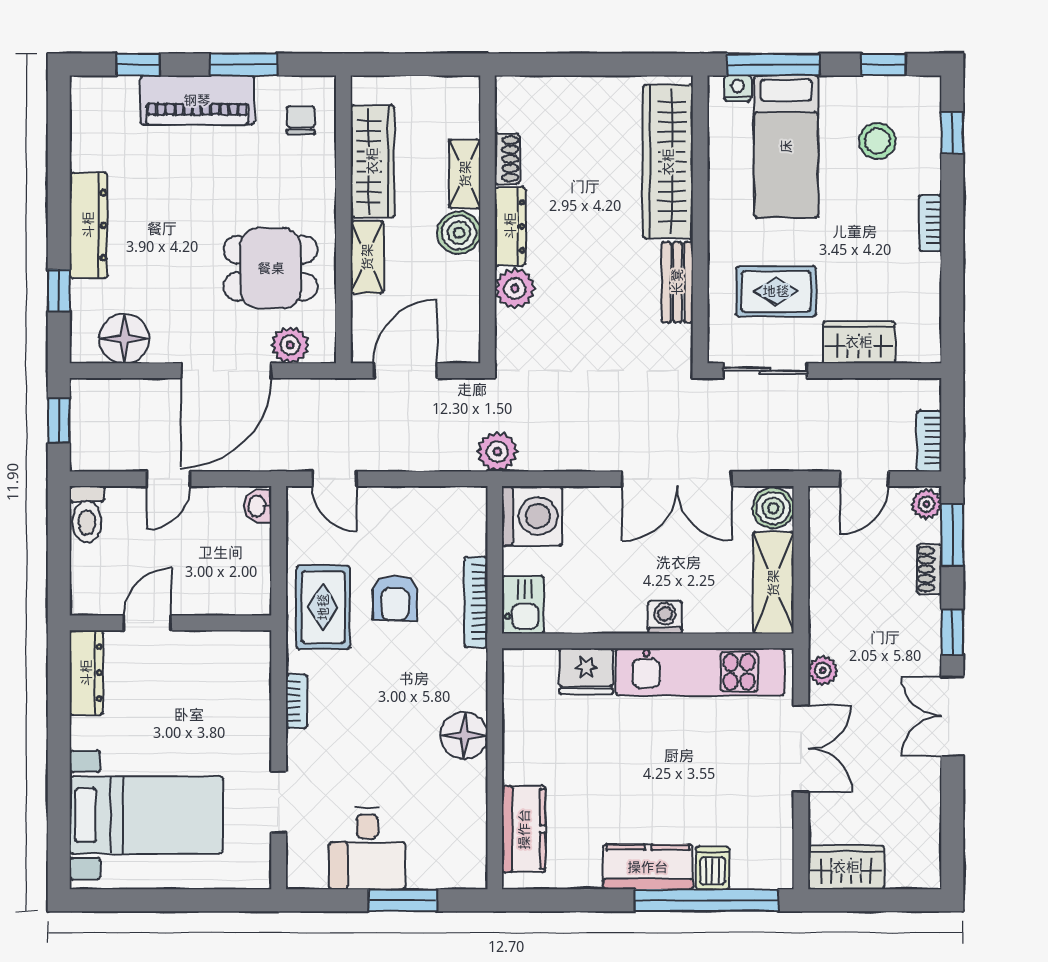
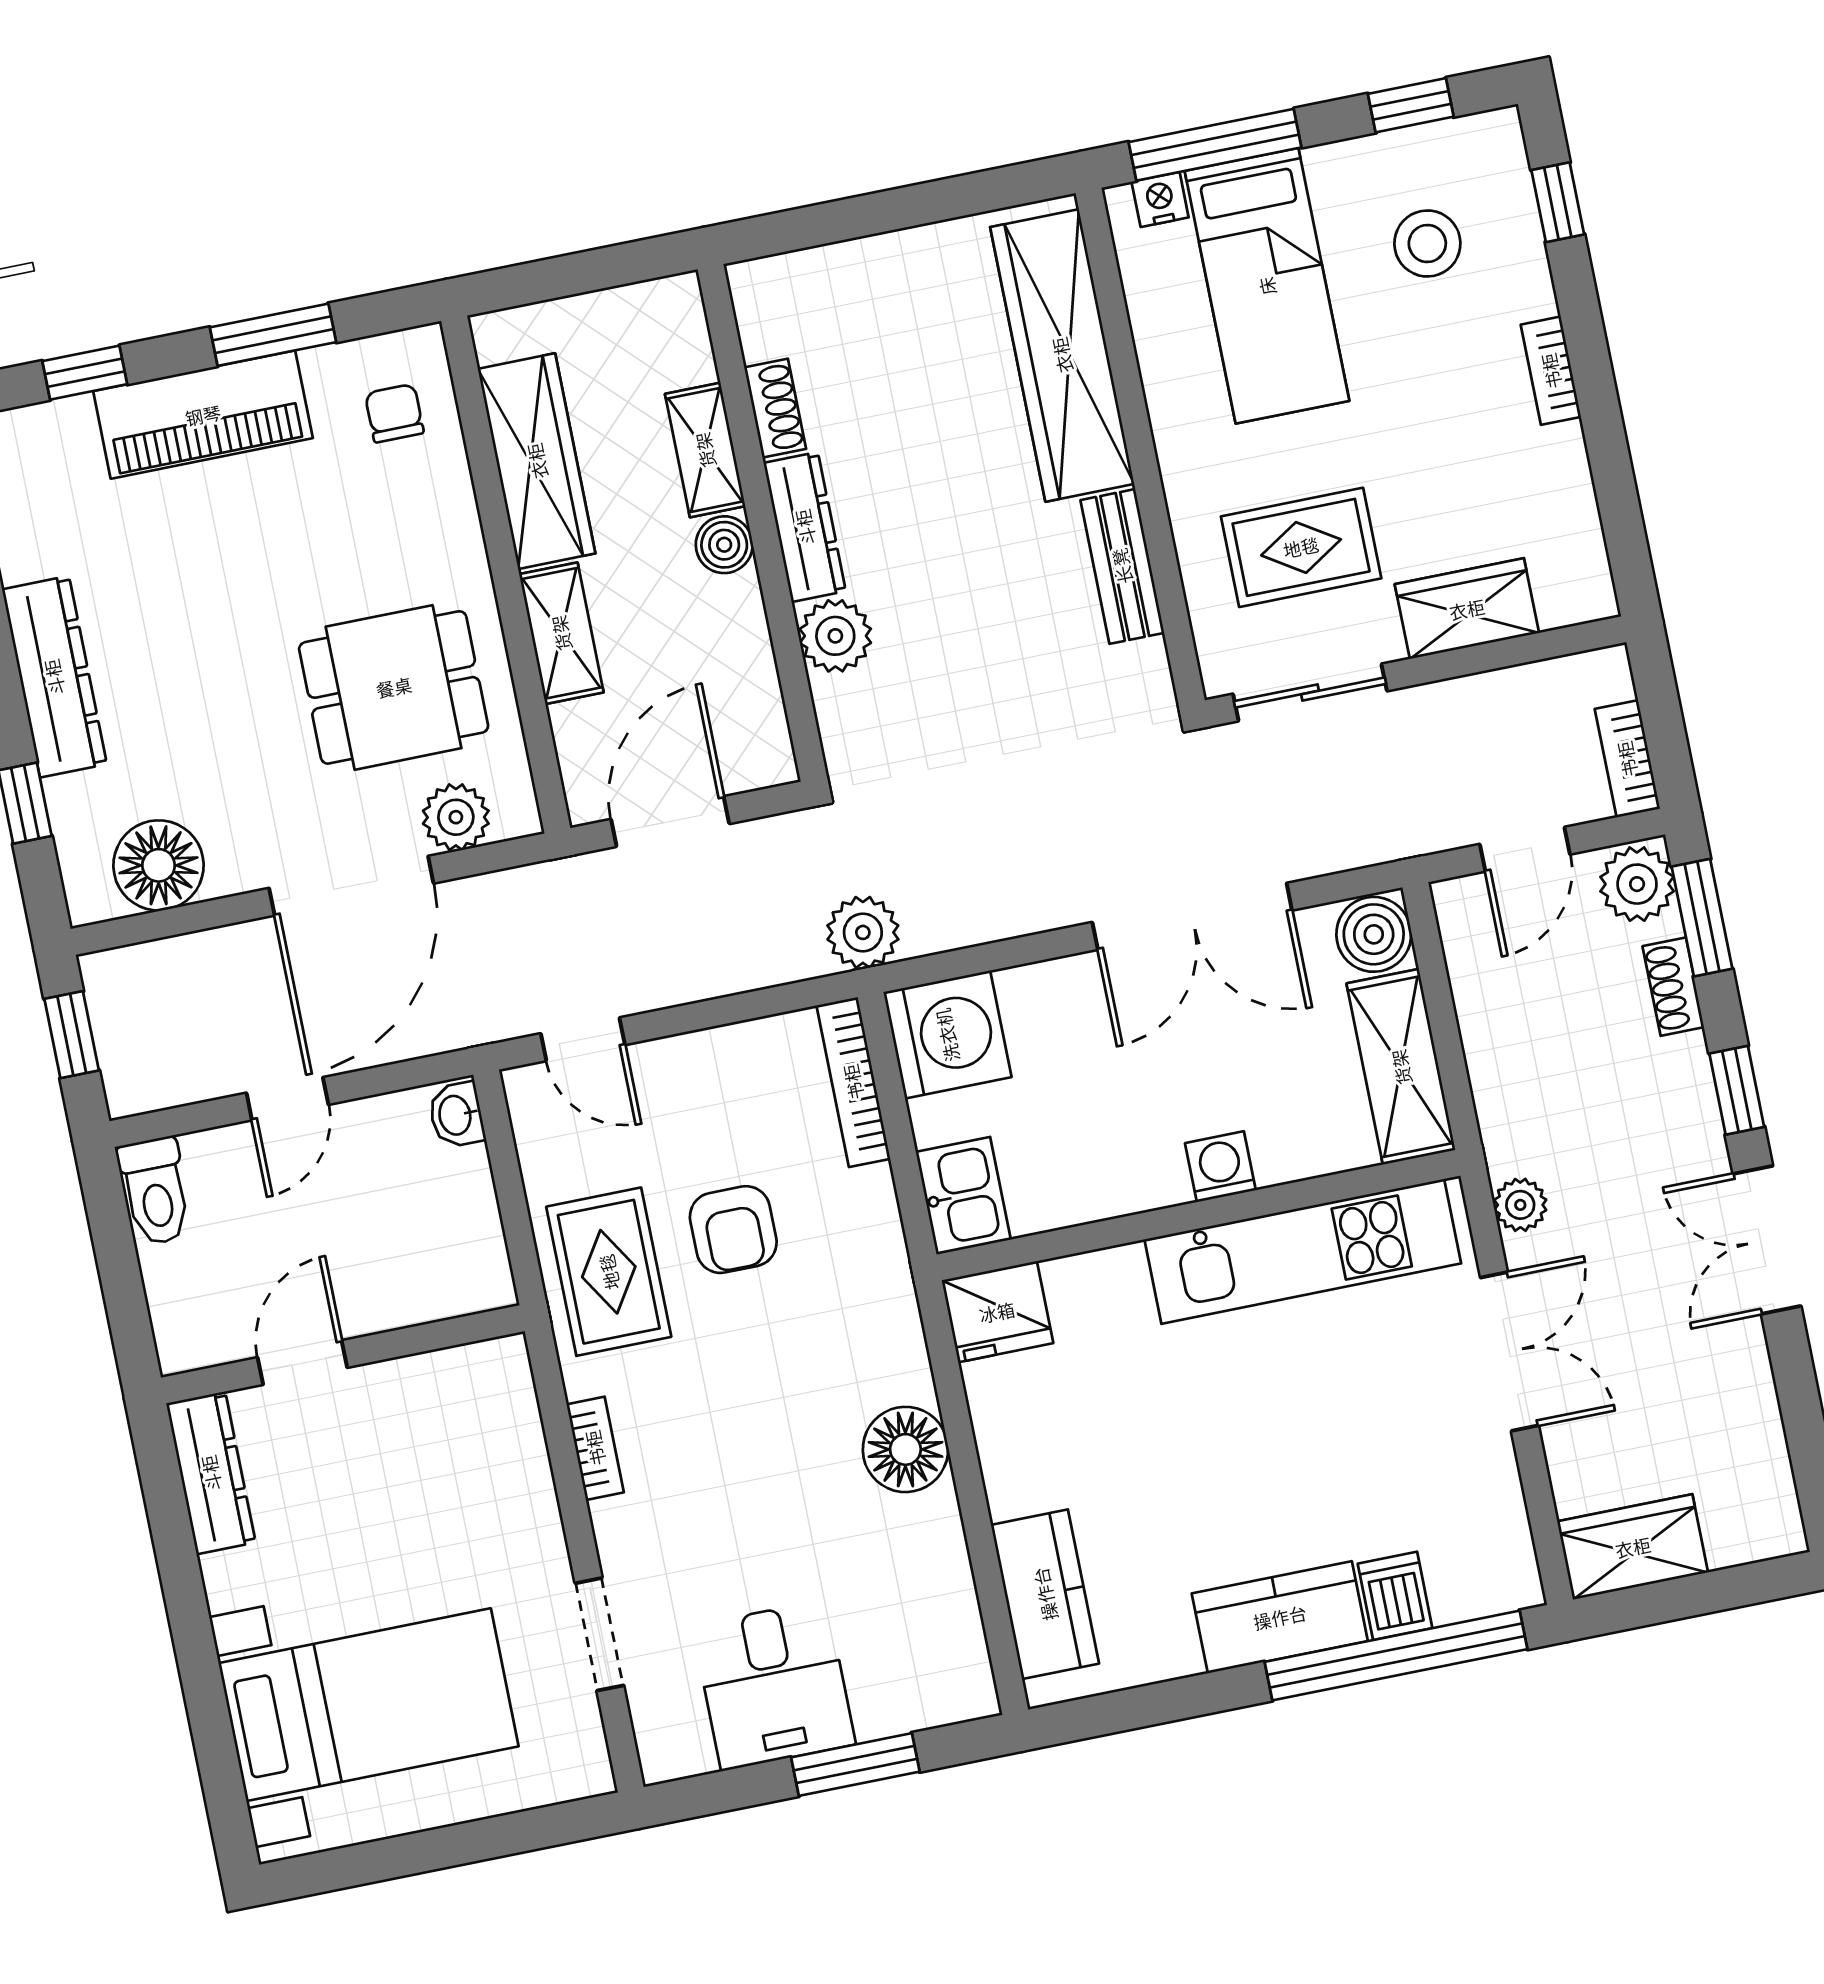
boiler: (459, 233) -> (724, 545), width x0.73, depth x0.73
plant: (926, 504) -> (1637, 884), width x1.38, depth x1.38
bookcase: (476, 602) -> (853, 1082), moved
fridge: (586, 671) -> (997, 1312), moved

